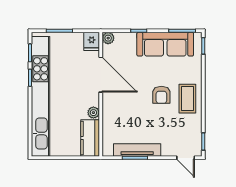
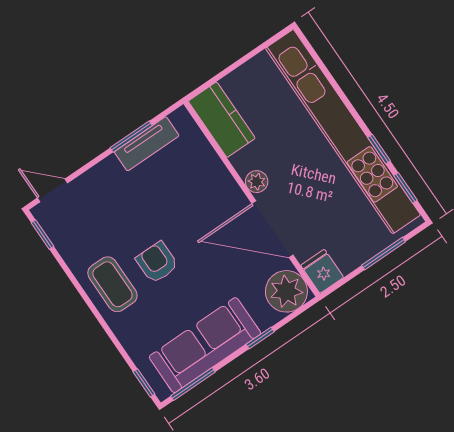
plant: (108, 38) -> (286, 291), width x1.87, depth x1.87
plant: (93, 113) -> (257, 182), moved
tv unit: (137, 150) -> (147, 144), width x0.71

